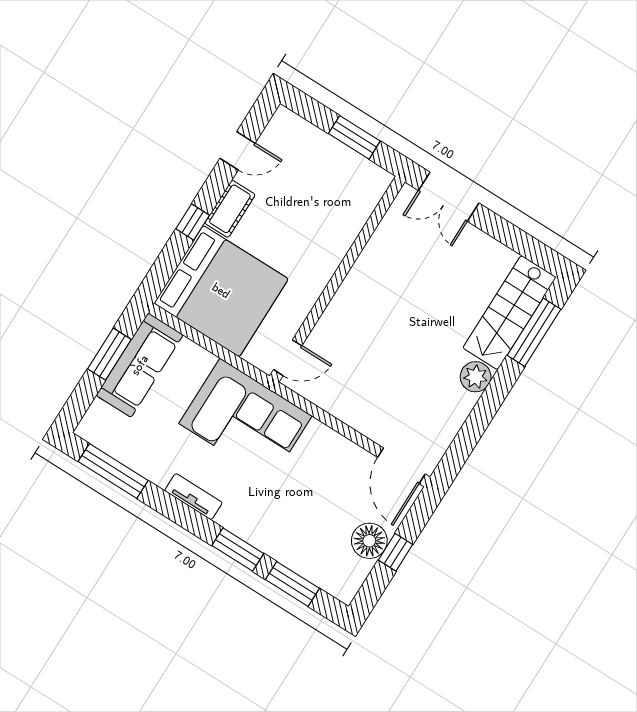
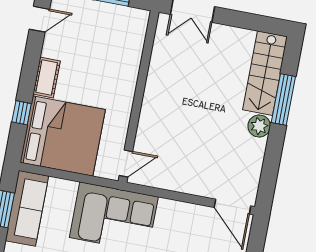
door: (237, 151) -> (39, 19), moved
window: (193, 222) -> (22, 113), moved
window: (534, 332) -> (283, 100), moved

